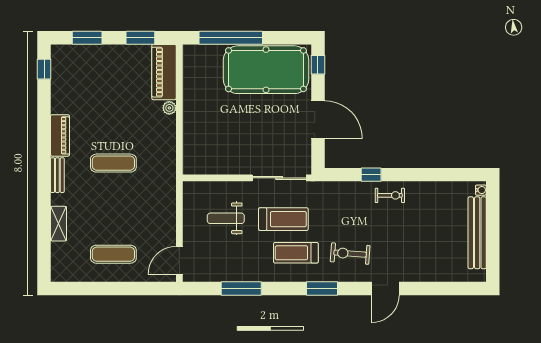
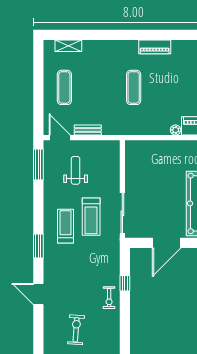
bench: (57, 175) -> (88, 130), moved
weight bench: (226, 218) -> (76, 170), moved
shelving: (59, 224) -> (68, 46), moved
exercise bike: (350, 254) -> (76, 330), moved
window: (241, 288) -> (38, 164), moved

